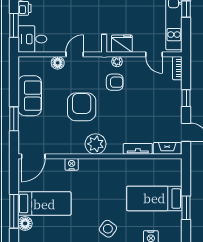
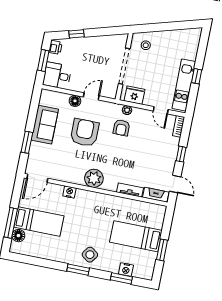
armchair: (115, 82) -> (121, 128), turned 90
armchair: (82, 107) -> (85, 133), moved

